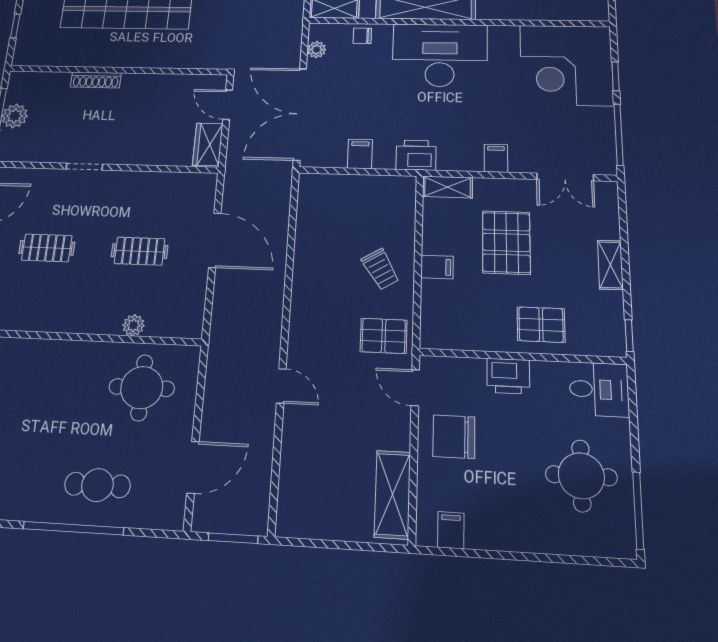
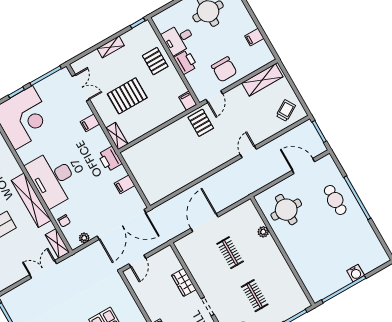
wardrobe: (208, 144) -> (184, 282), moved, turned 90
filing cabinet: (437, 267) -> (188, 101), moved
trolley: (380, 269) -> (286, 111), moved
desk: (599, 389) -> (178, 39), moved, turned -90
filing cabinet: (451, 530) -> (254, 37), moved

